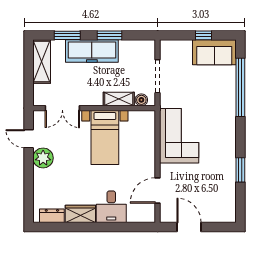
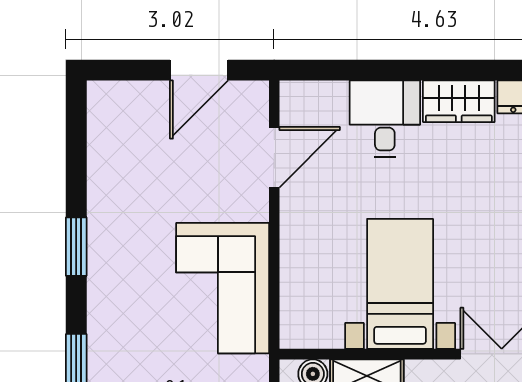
window: (240, 170) -> (76, 247), moved
door: (189, 227) -> (199, 70), hinge flipped

